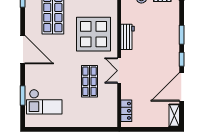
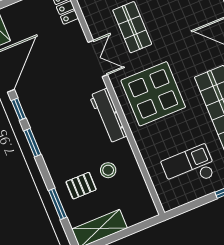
workbench: (127, 37) -> (108, 116), width x1.38

